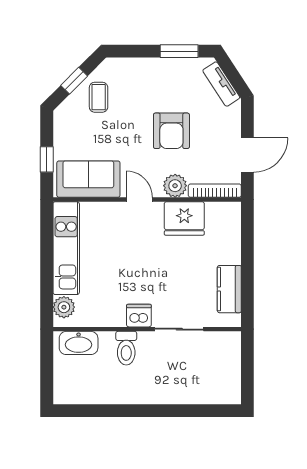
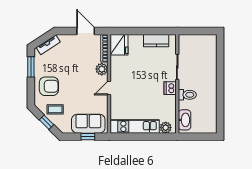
armchair: (171, 131) -> (49, 86), moved
sofa: (88, 179) -> (88, 124), moved, turned 90
fridge: (184, 218) -> (119, 45), moved

